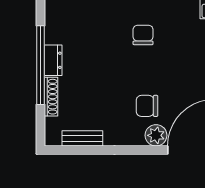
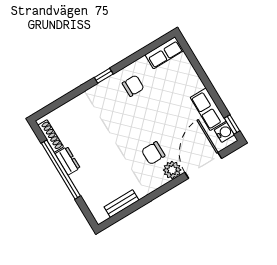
chair: (143, 35) -> (133, 86), moved, turned 90
shoe rack: (51, 97) -> (51, 136), moved

